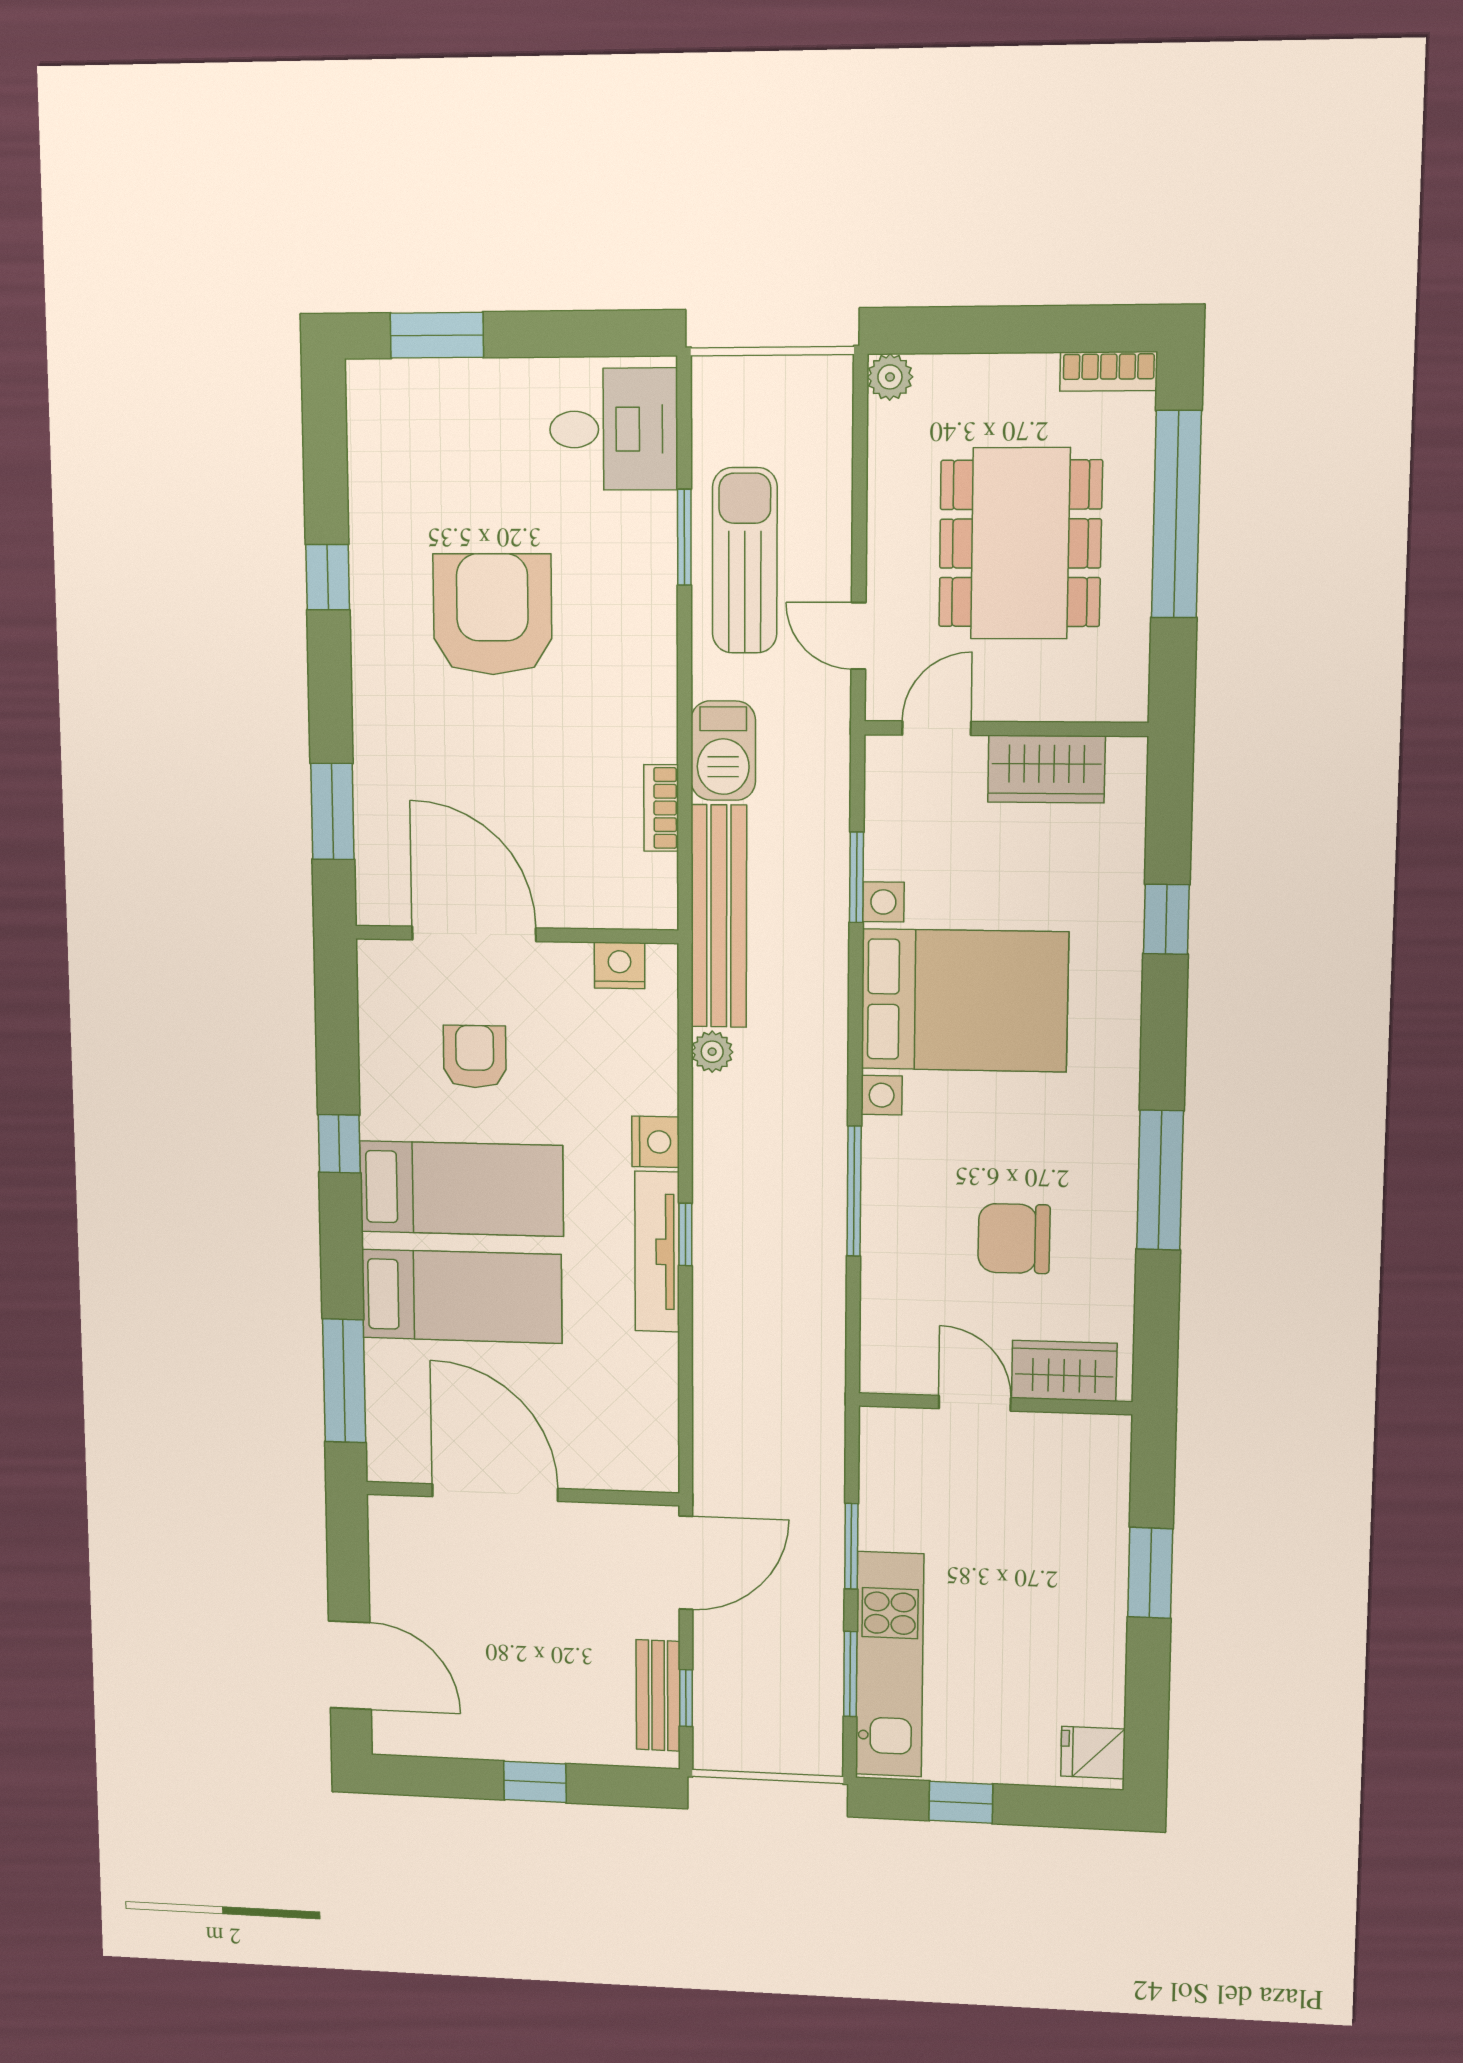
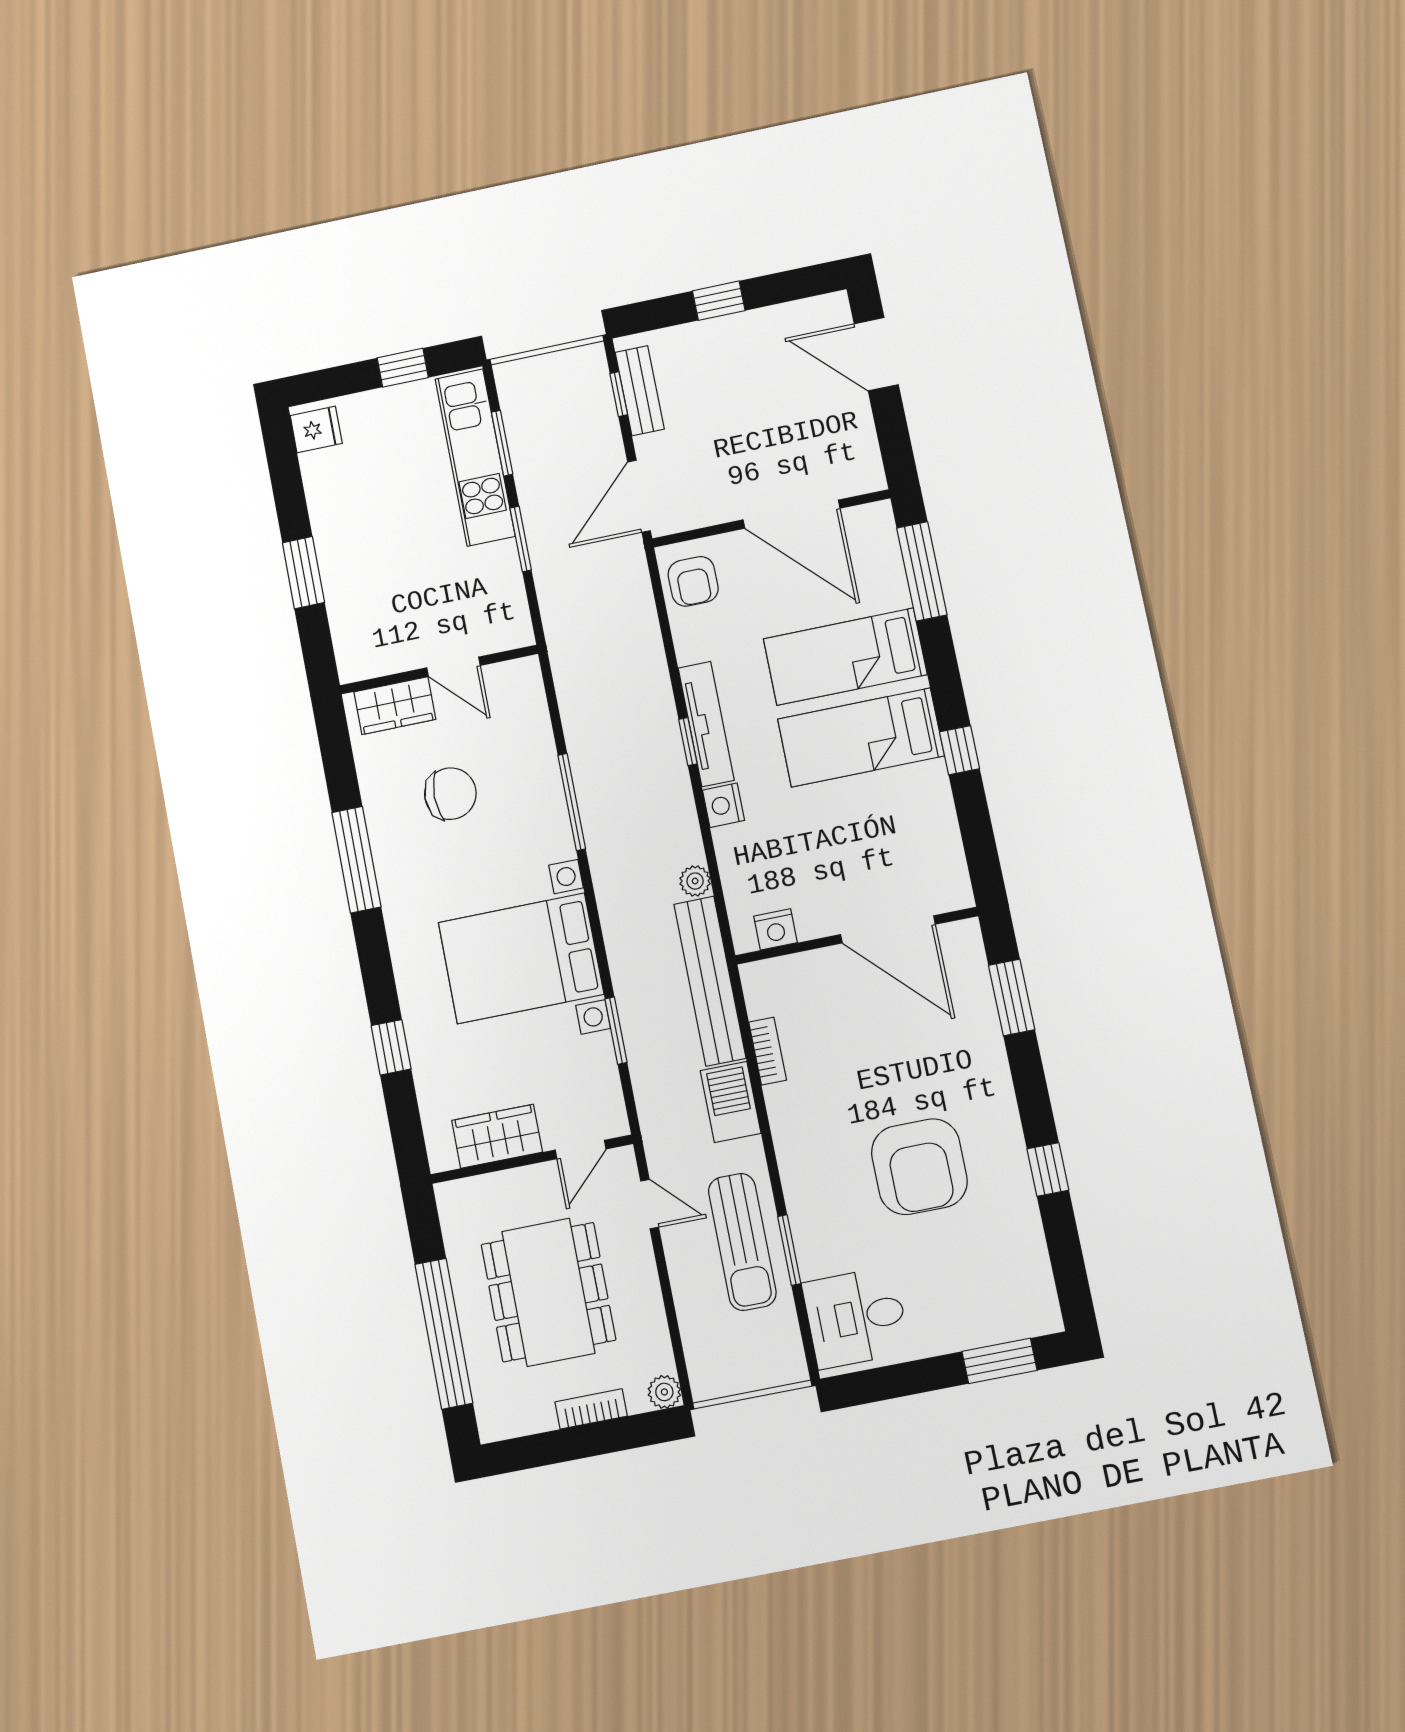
bookcase: (1109, 371) -> (591, 1409), moved
armchair: (475, 1057) -> (693, 581), moved

